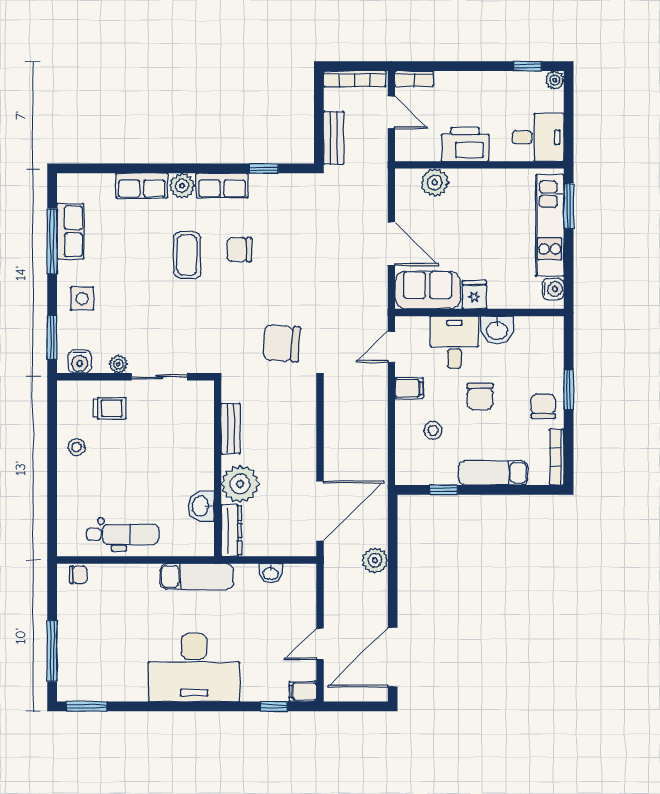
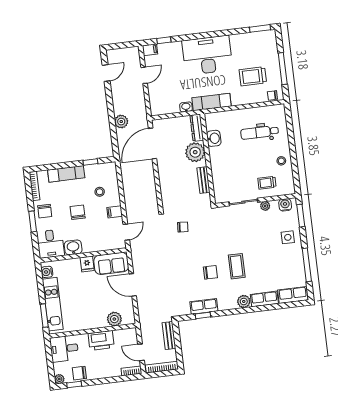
chair: (515, 87) -> (79, 373), added
row of seats: (222, 186) -> (204, 306), moved
row of seats: (70, 231) -> (293, 295), moved, turned 90
desk: (455, 342) -> (51, 244), moved
chair: (282, 343) -> (183, 227), width x0.54, depth x0.54
dental chair: (123, 534) -> (260, 132), moved
washbasin: (271, 573) -> (186, 107), moved
trolley: (111, 616) -> (253, 76), added
window: (52, 651) -> (283, 69), moved
door: (393, 657) -> (106, 73), width x0.53

